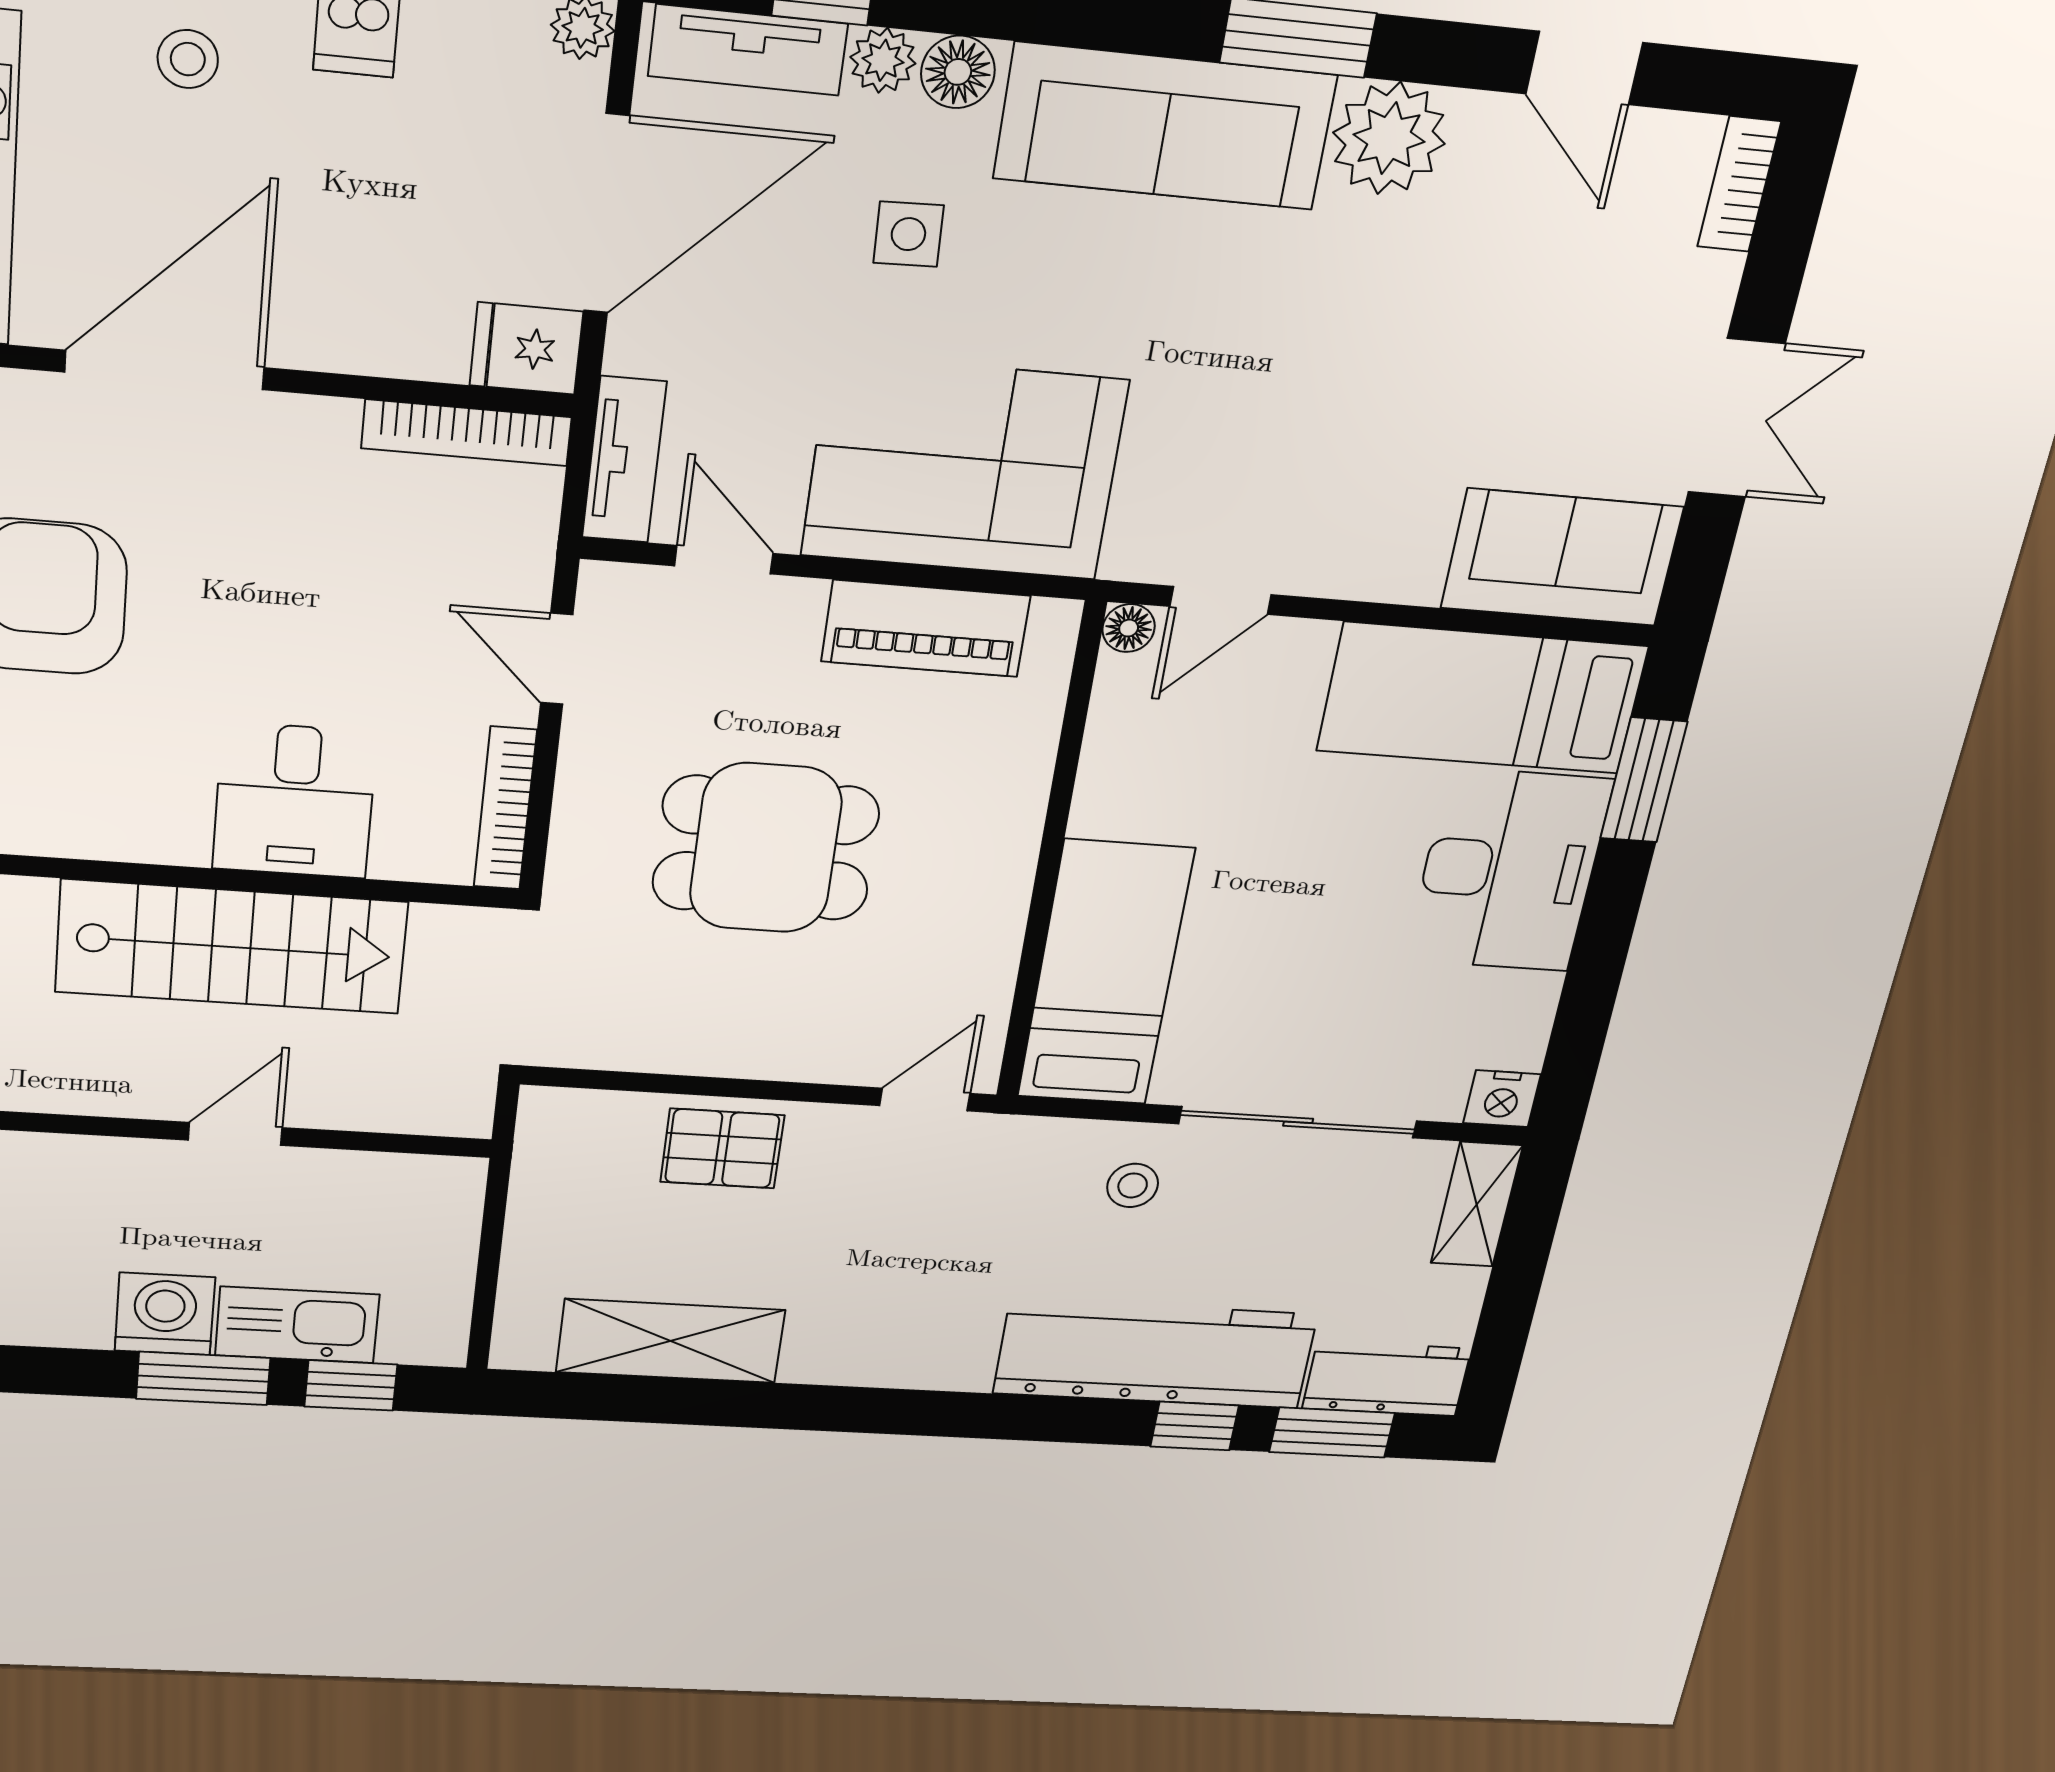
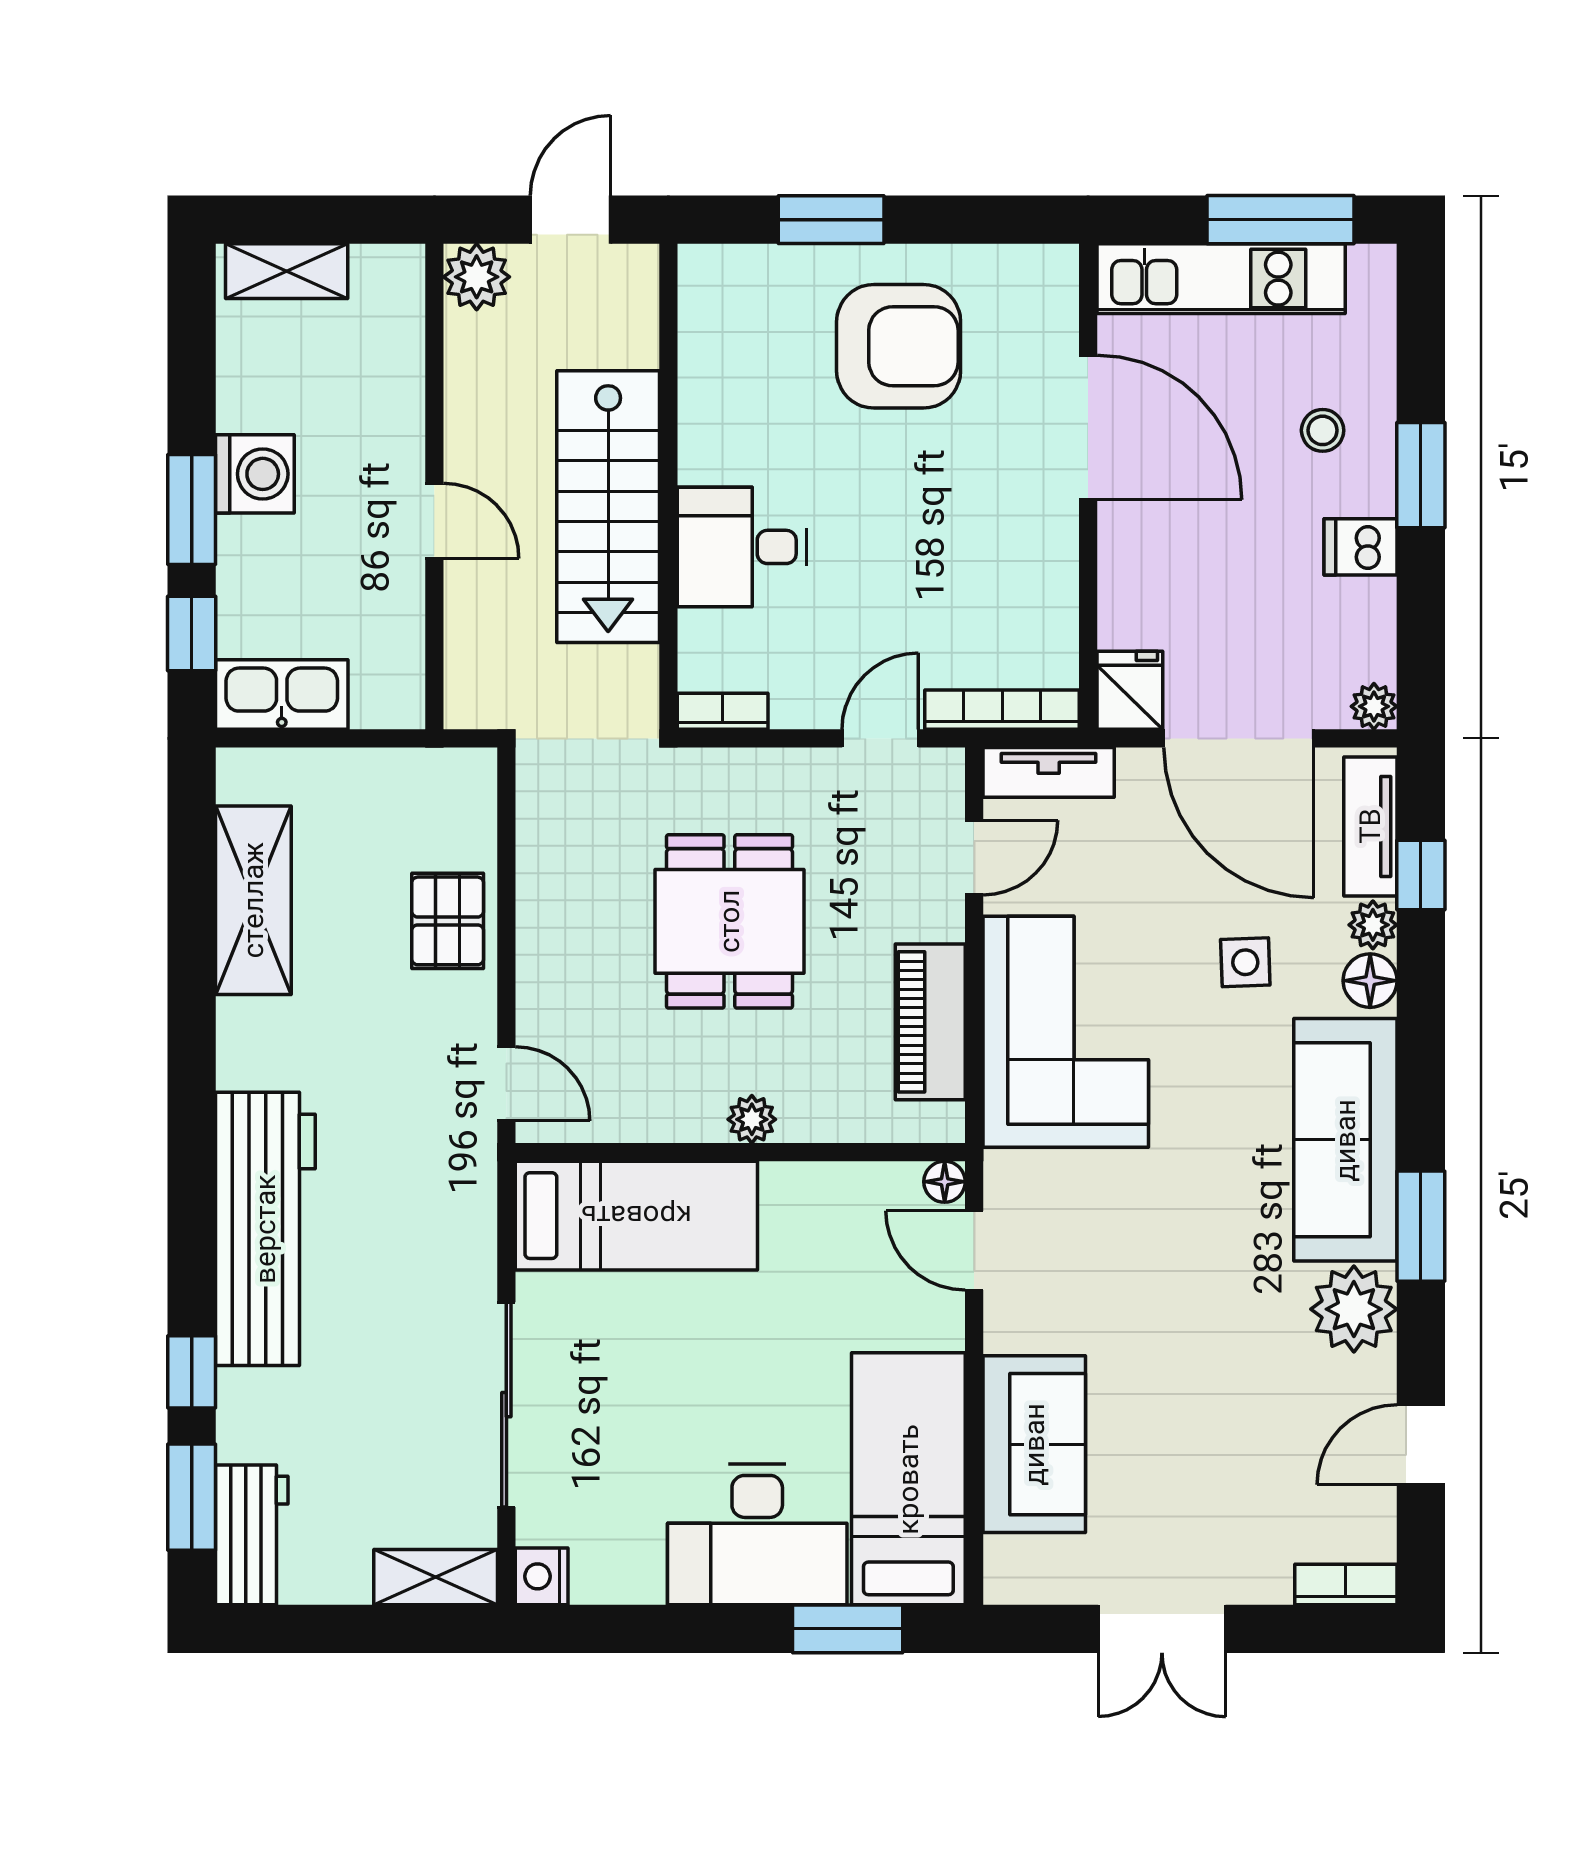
bookcase: (467, 433) -> (1002, 710), moved, turned 90
sofa: (1562, 557) -> (1034, 1444), moved
bookcase: (505, 809) -> (723, 711), width x0.64
plant: (1012, 841) -> (752, 1119), added
stool: (1133, 1185) -> (435, 1274), removed
kitchen sink: (297, 1325) -> (282, 694), moved, turned -90
workbench: (1155, 1354) -> (265, 1229), moved

